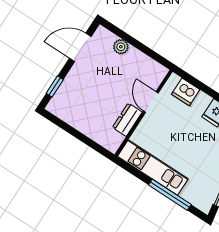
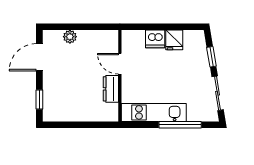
dishwasher: (186, 92) -> (155, 39), moved

